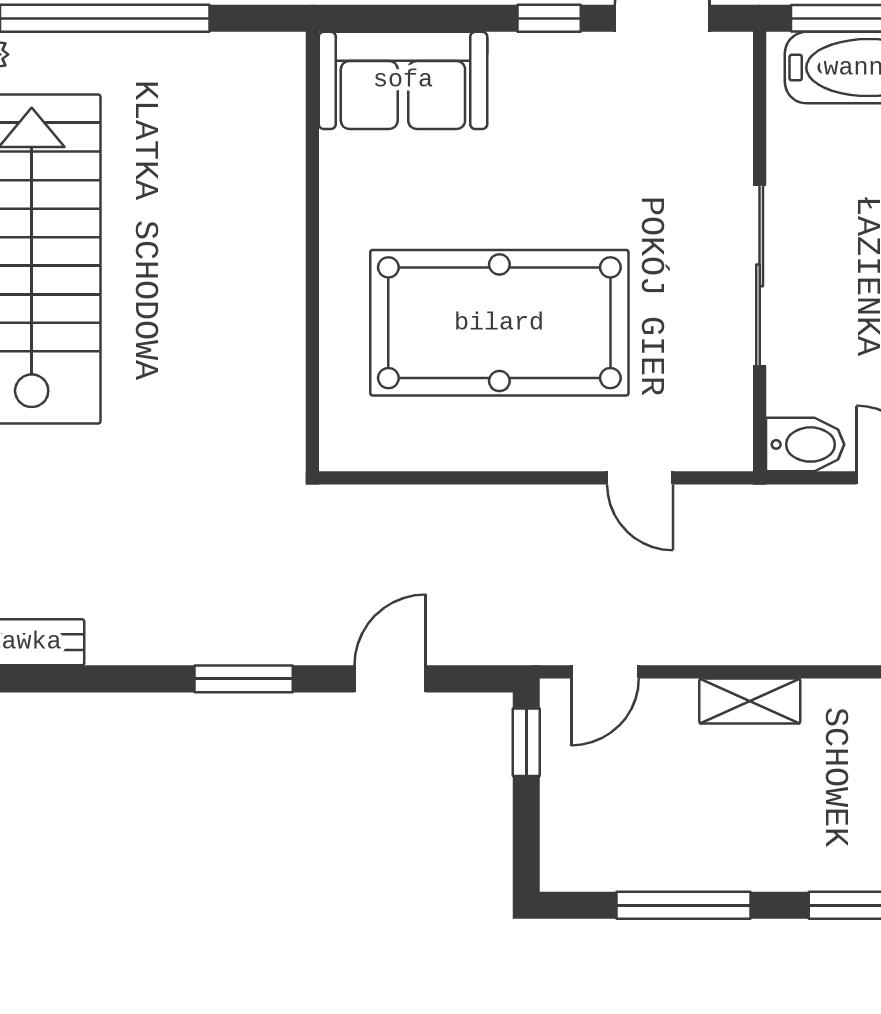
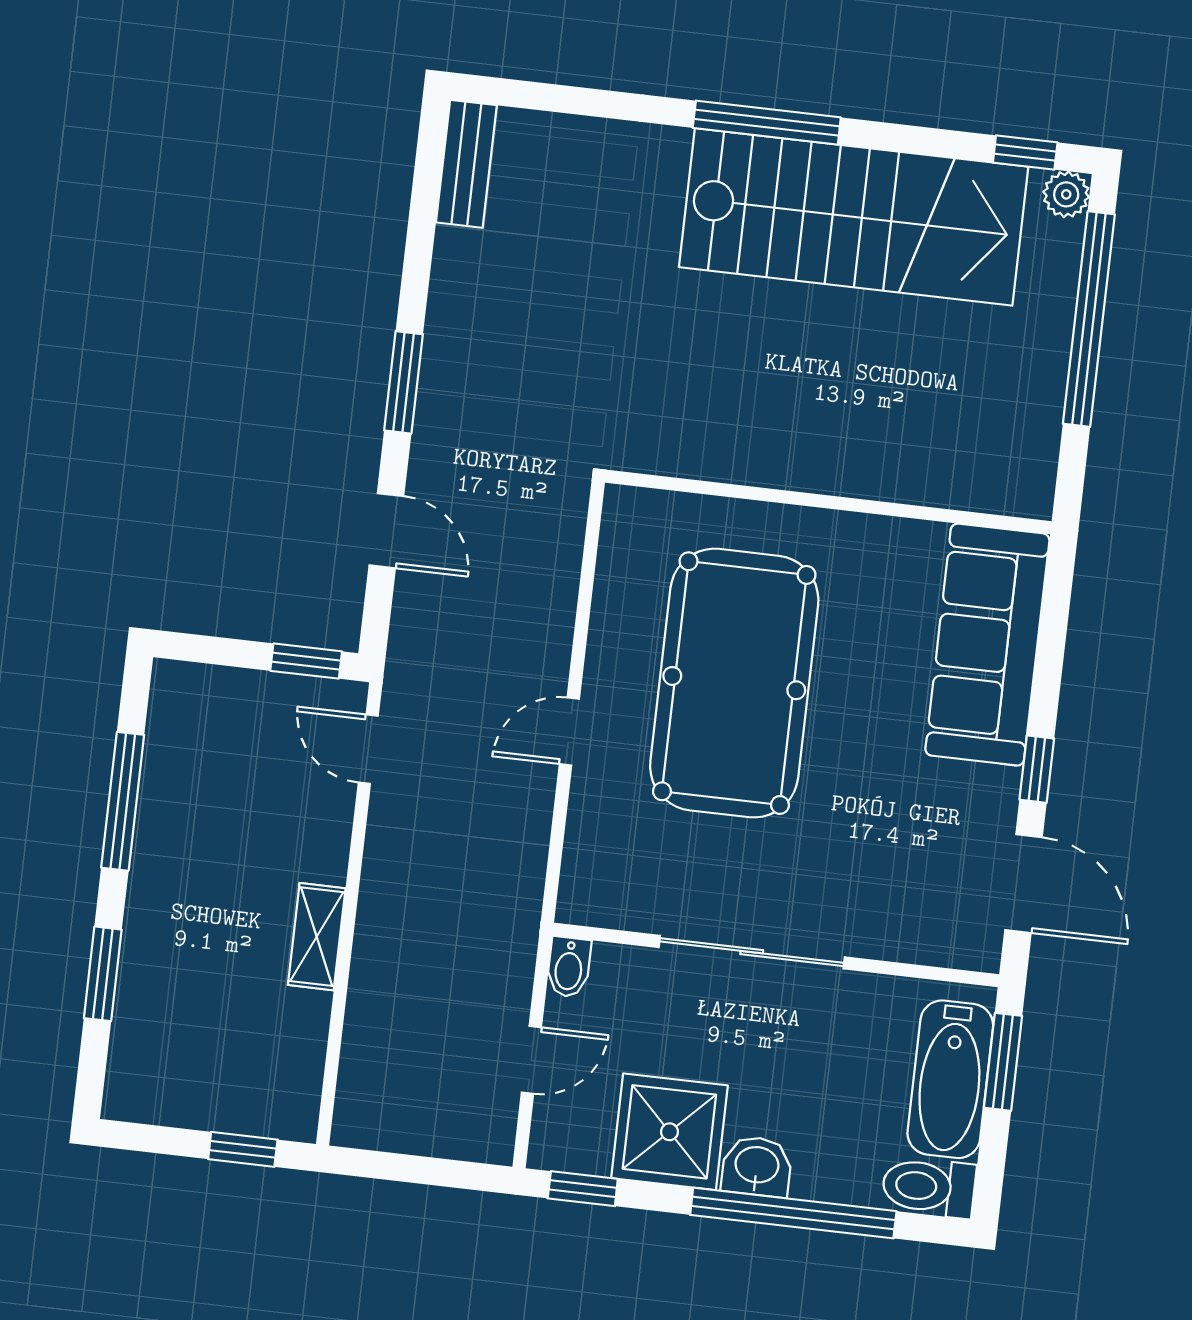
sofa: (403, 80) -> (987, 645), width x1.36
bidet: (805, 444) -> (569, 967), width x0.72, depth x0.74
door: (640, 478) -> (569, 731), moved
shelving: (750, 701) -> (317, 937), moved

